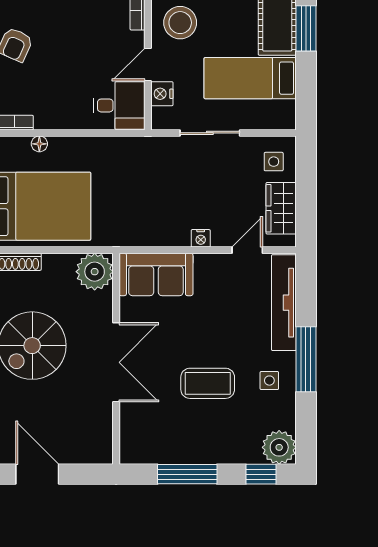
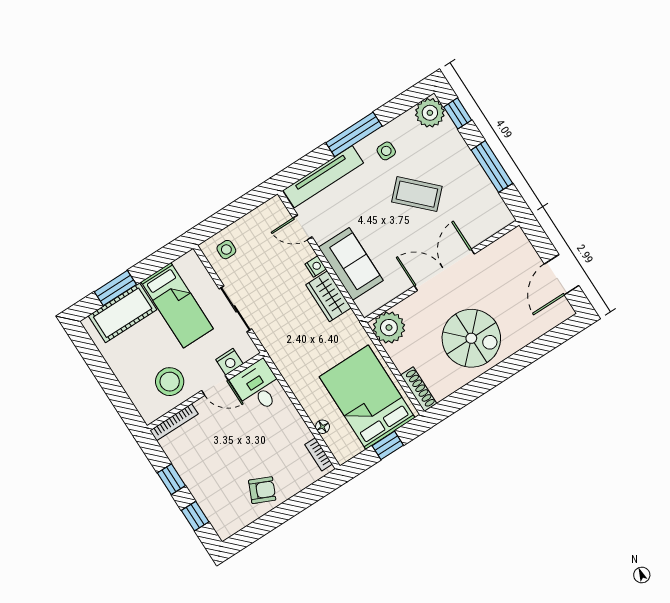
wardrobe: (281, 208) -> (328, 296), moved, turned 90
sofa: (156, 274) -> (351, 264), moved
coffee table: (208, 383) -> (417, 194), turned -45

